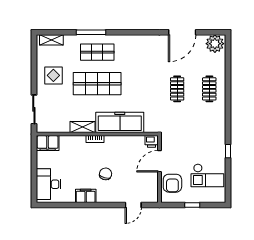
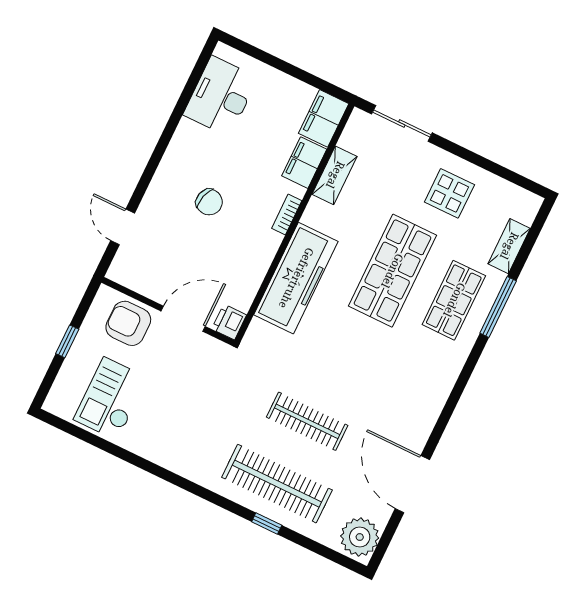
shelving: (51, 40) -> (509, 246), moved
clothes rail: (177, 89) -> (307, 421), width x1.36
clothes rail: (209, 89) -> (277, 484), width x1.86, depth x1.31
shelving: (82, 127) -> (335, 175), moved
window: (228, 151) -> (267, 524), moved
door: (159, 161) -> (183, 319), hinge flipped
desk: (48, 184) -> (221, 96), moved, turned -90
filing cabinet: (86, 196) -> (304, 163), moved, turned 180

